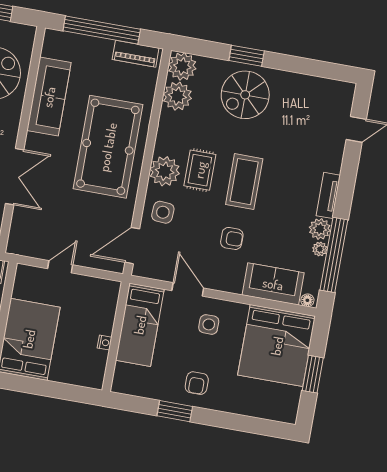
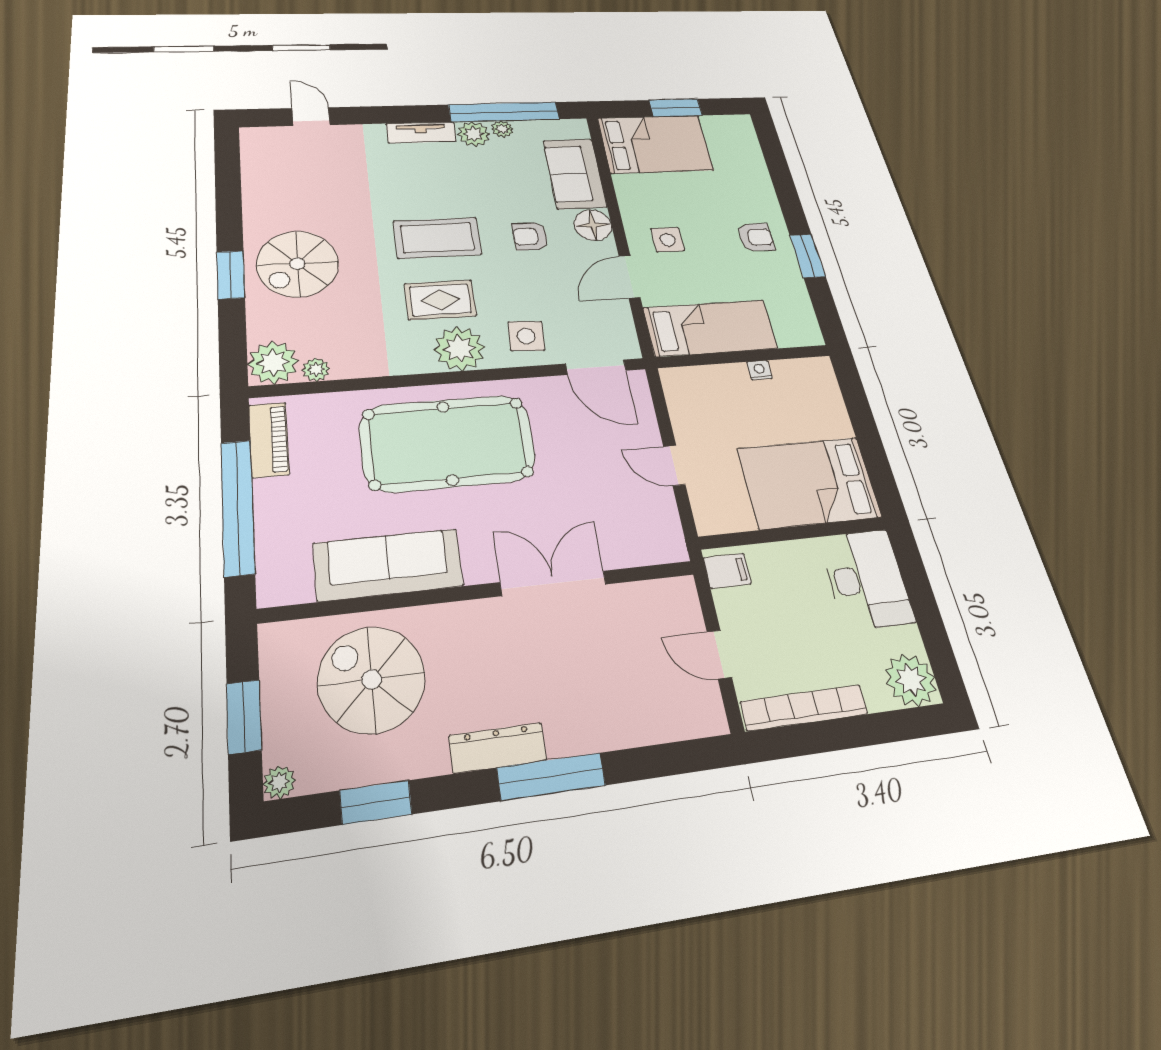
spiral stairs: (245, 95) -> (298, 264), turned 90
plant: (177, 96) -> (316, 369), width x0.53, depth x0.53
armchair: (232, 238) -> (530, 236), turned -90
floor lamp: (307, 300) -> (593, 225), moved, width x1.89, depth x1.89
bed: (277, 346) -> (655, 144), width x0.73

